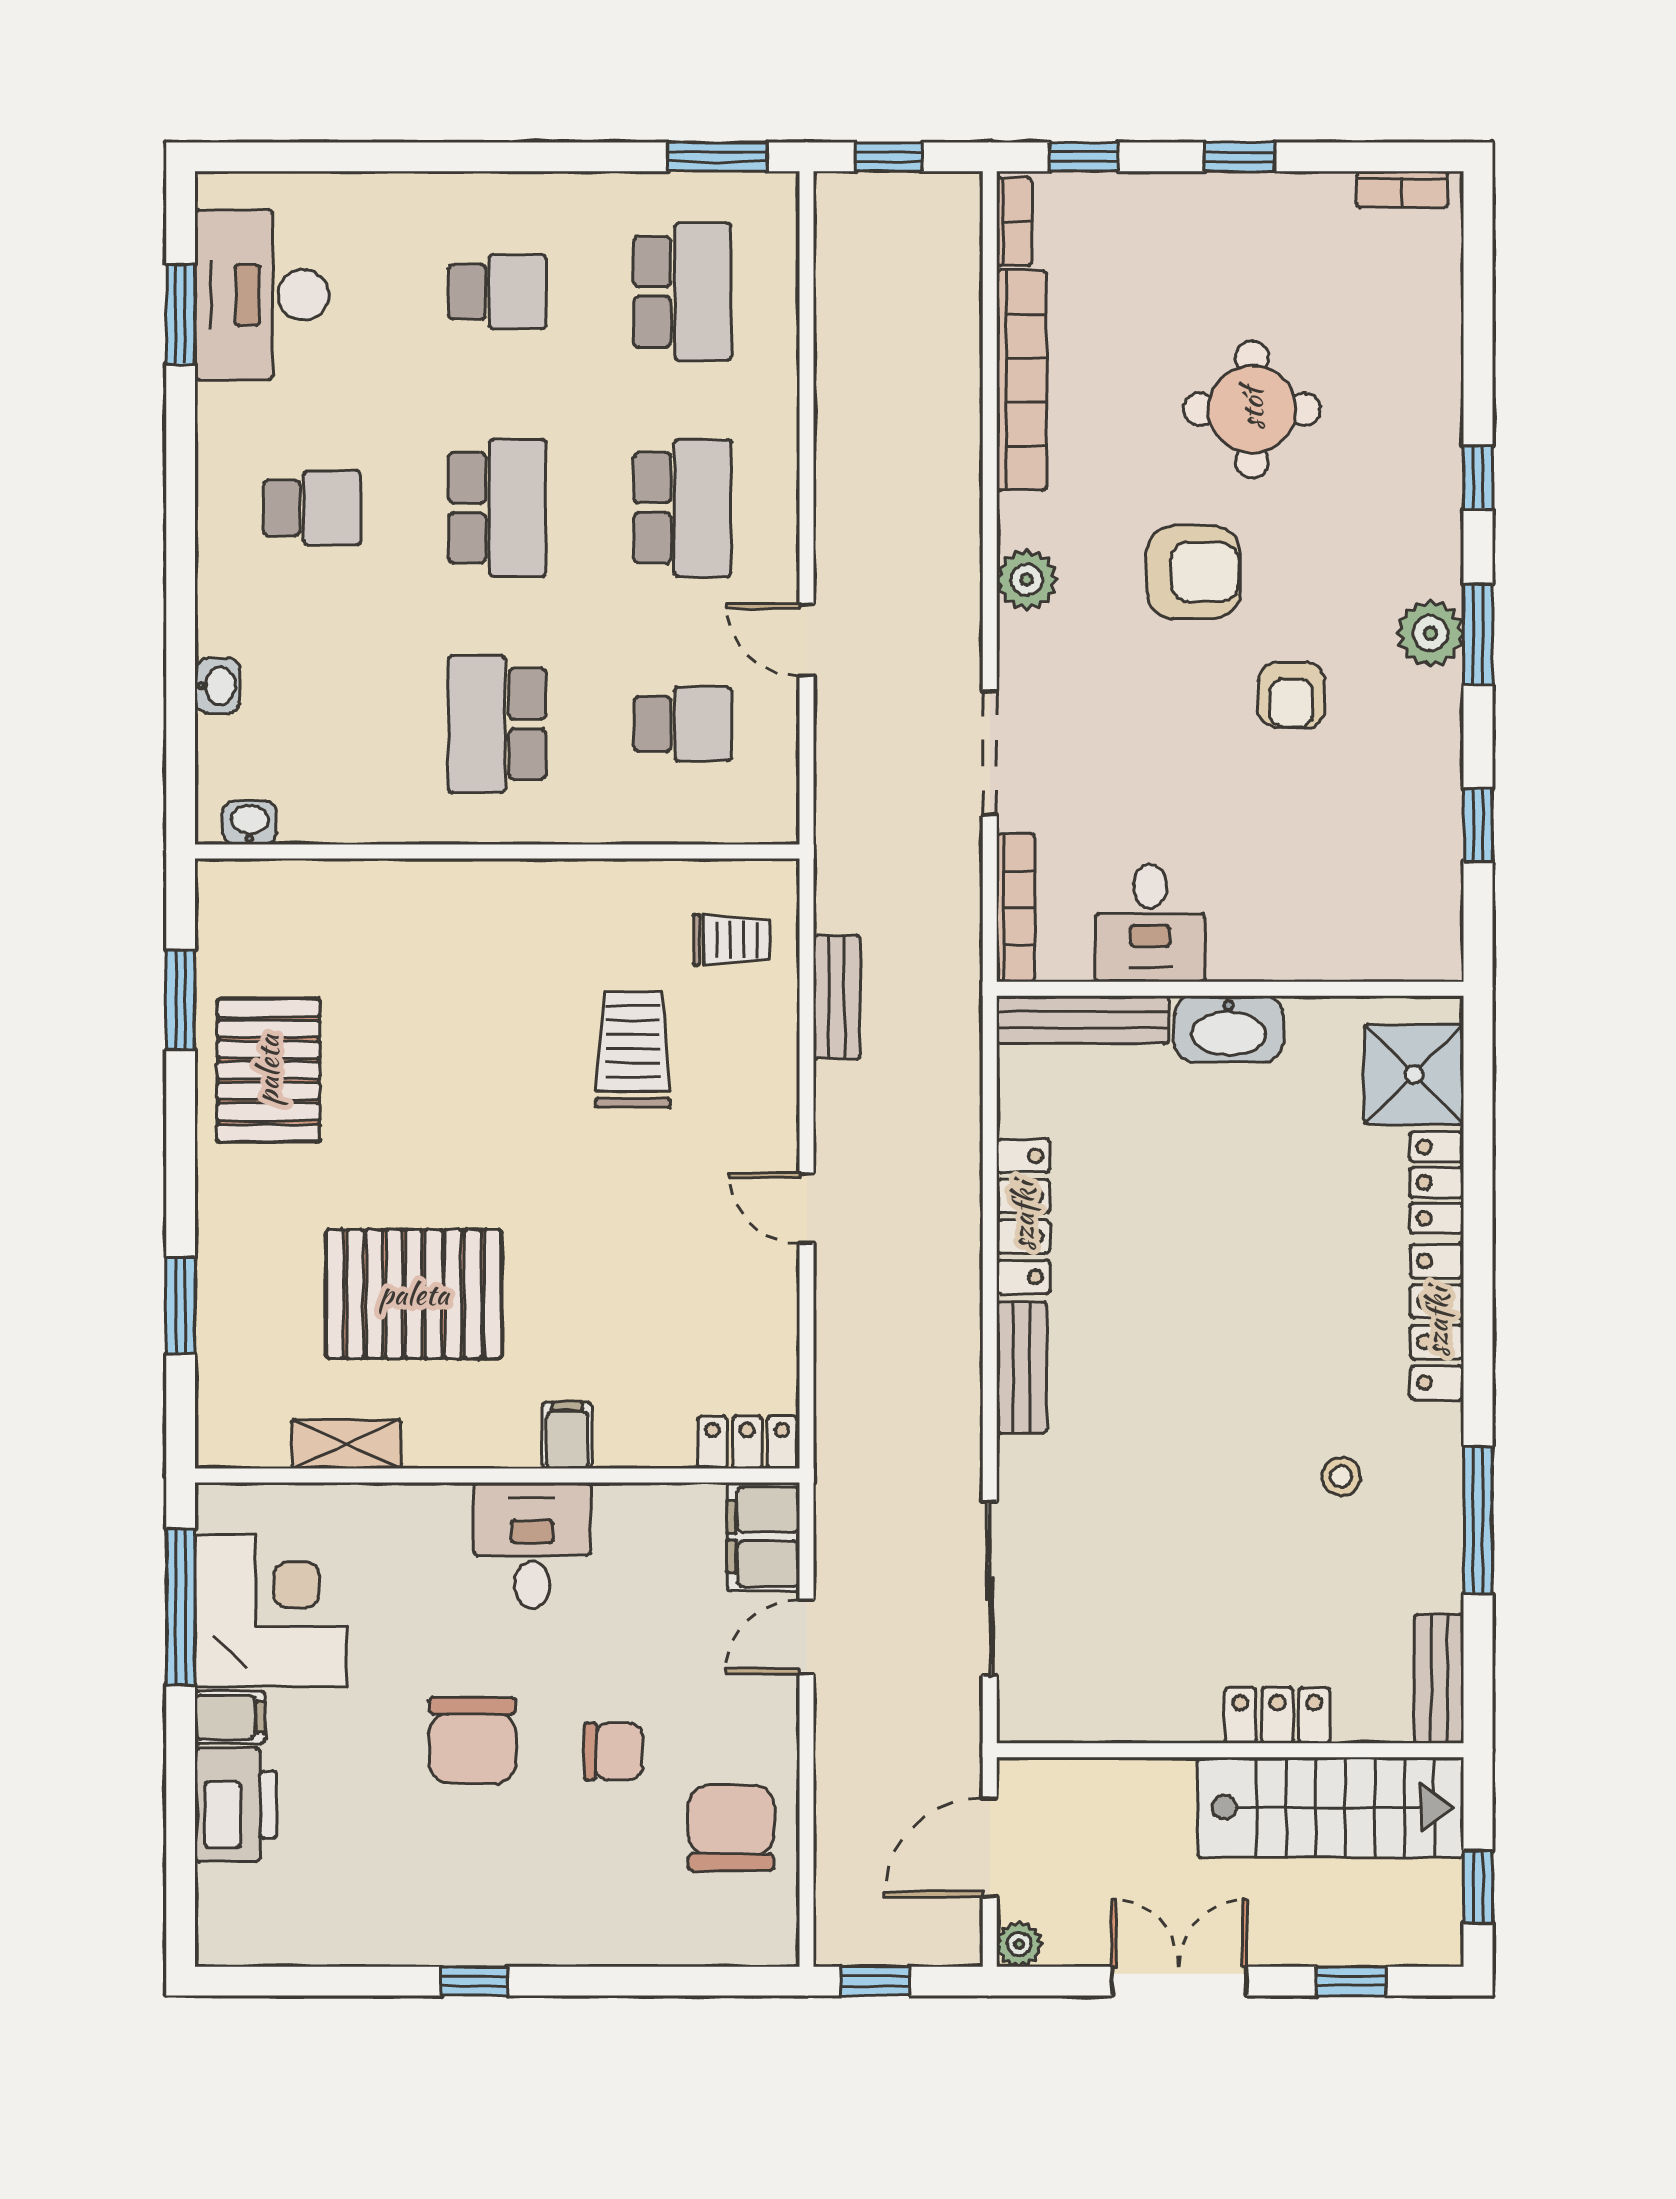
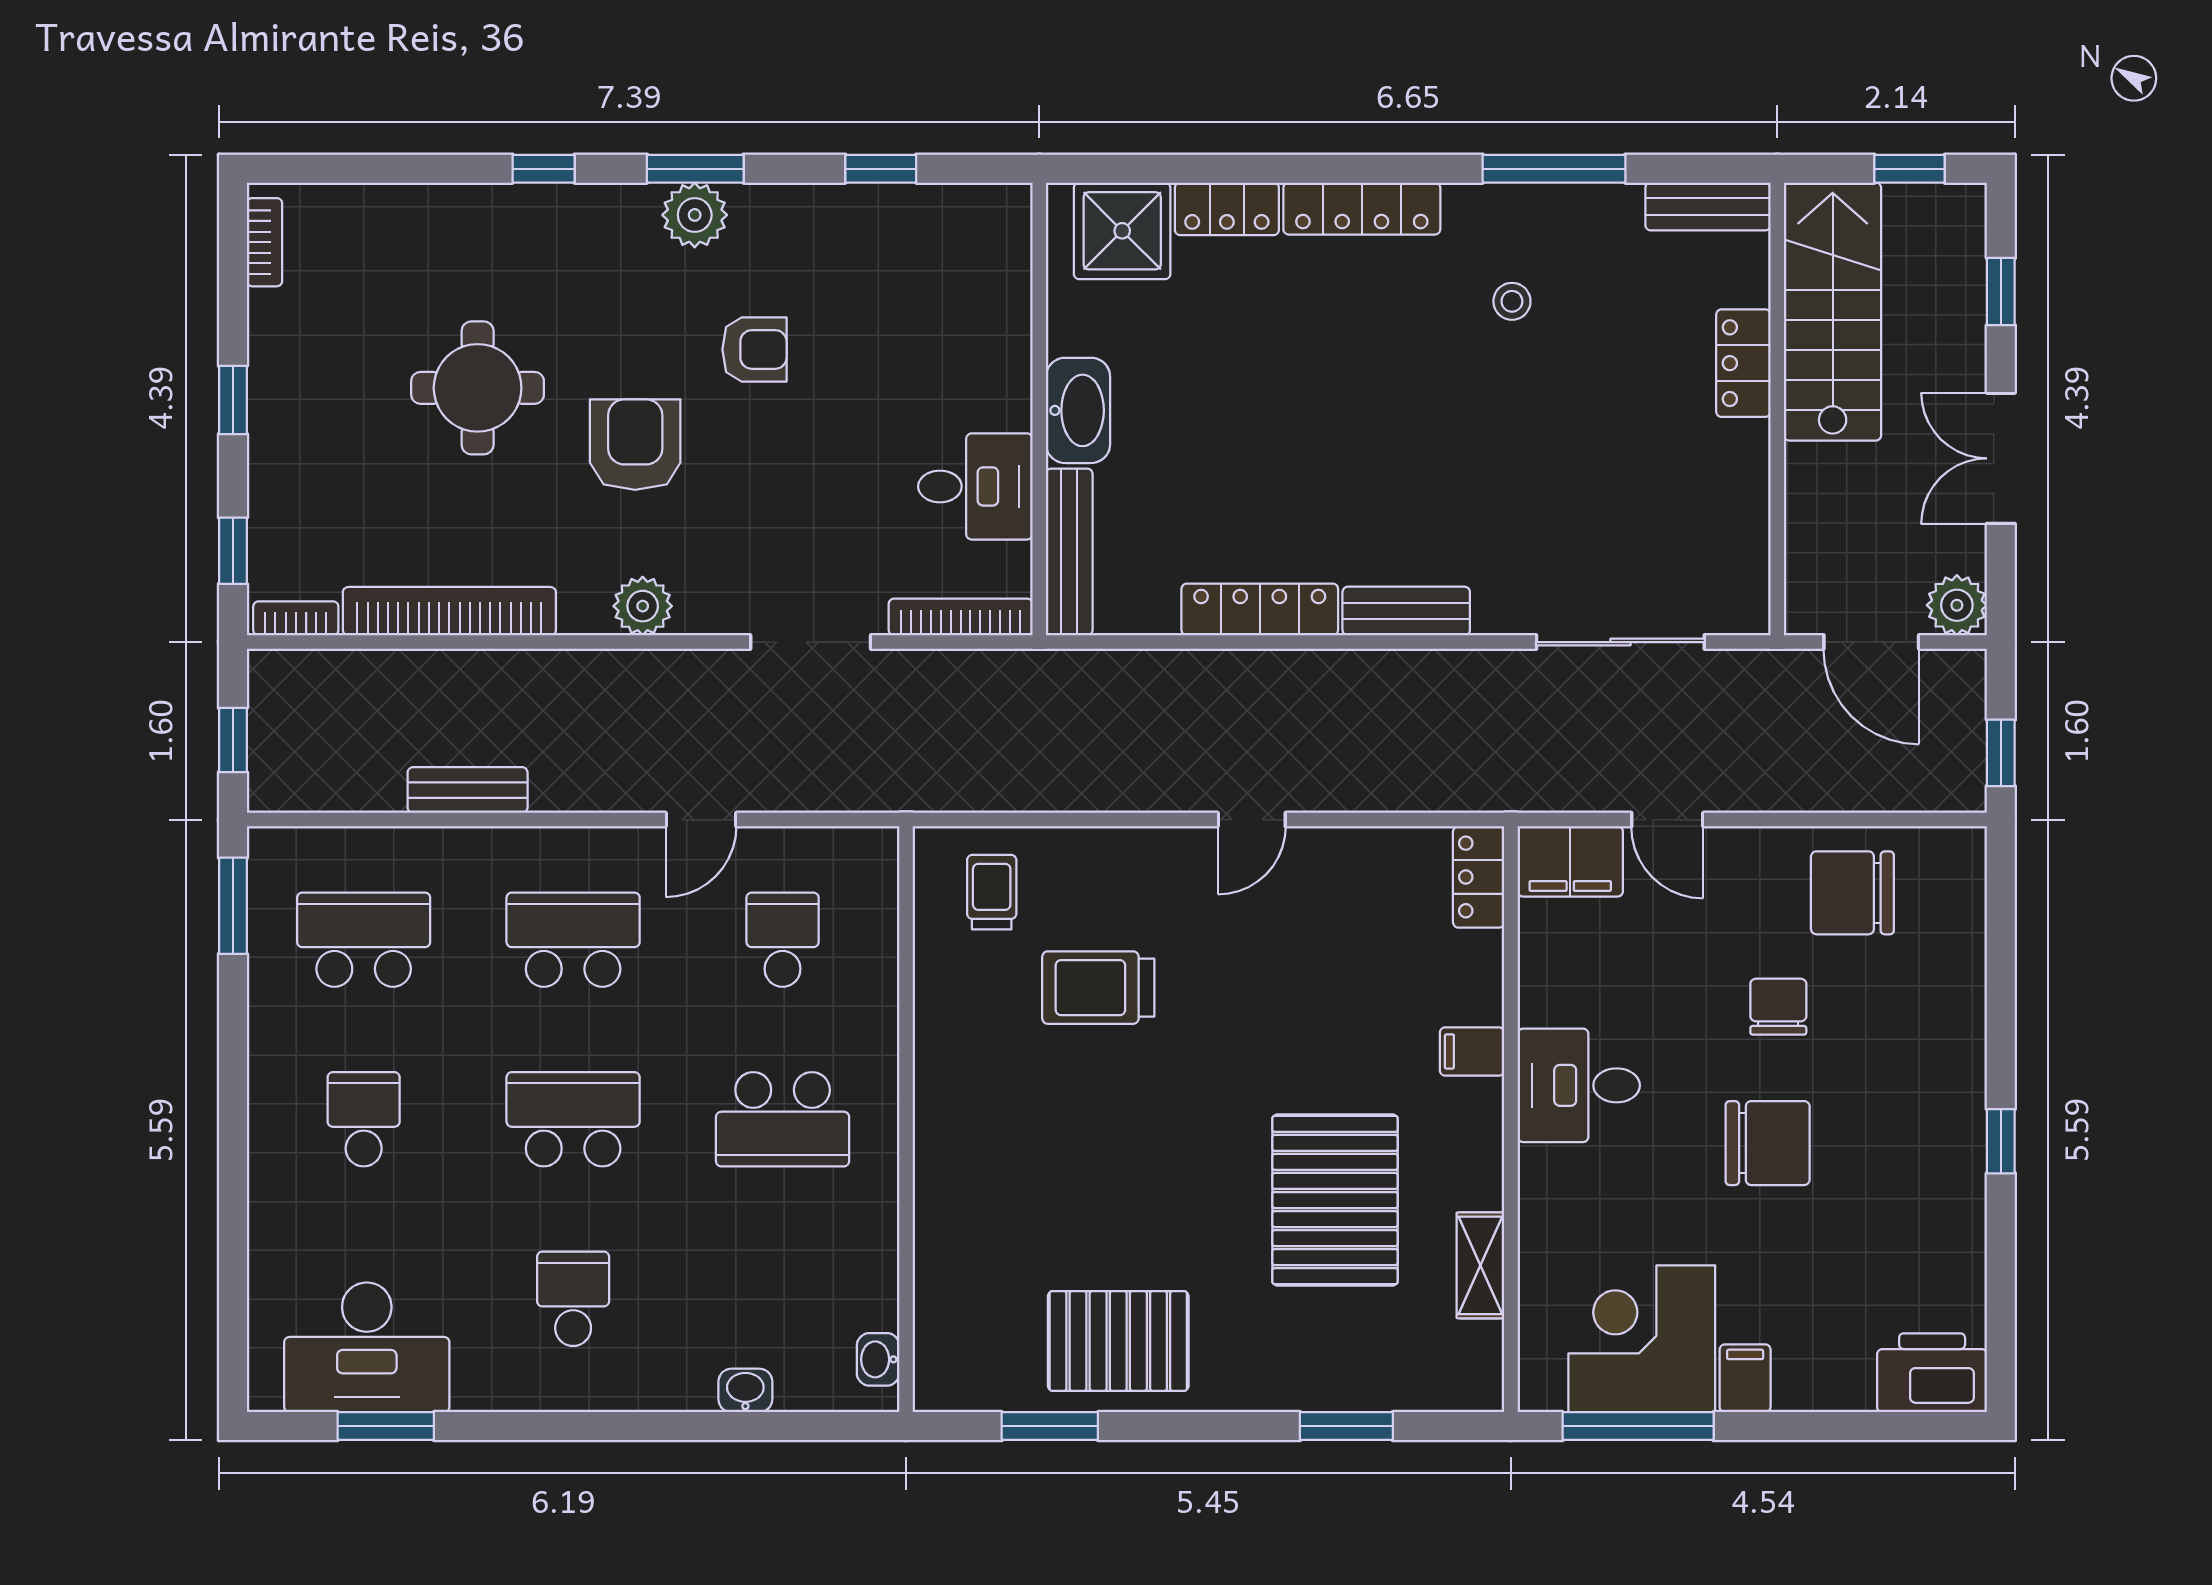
bench: (837, 997) -> (468, 790), moved
printer: (236, 1805) -> (1932, 1373), moved
plant: (1019, 1944) -> (1957, 605), width x1.38, depth x1.38

